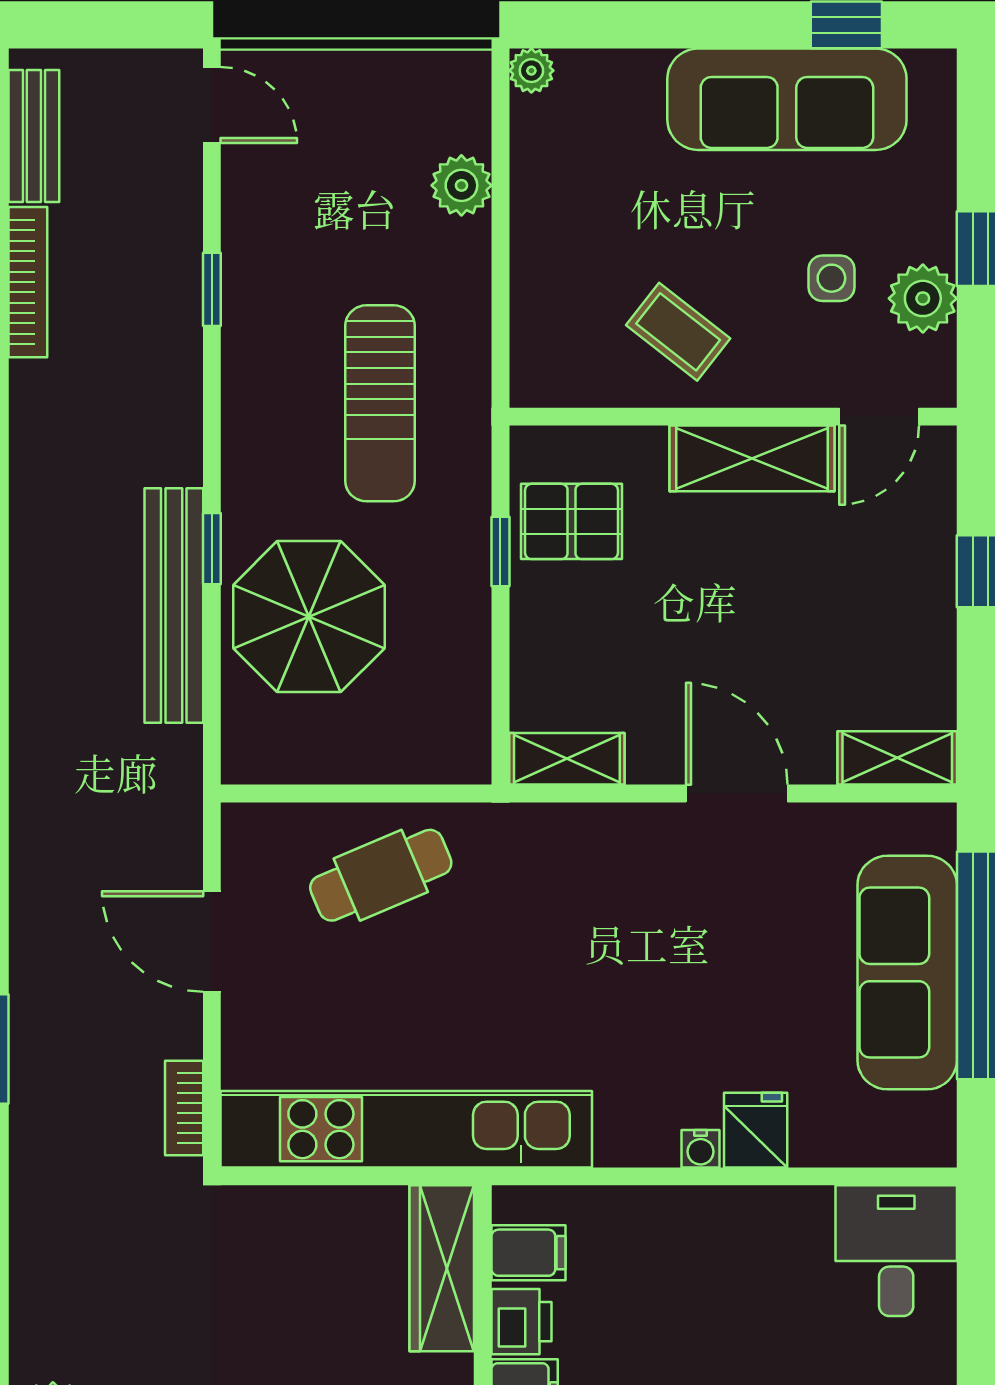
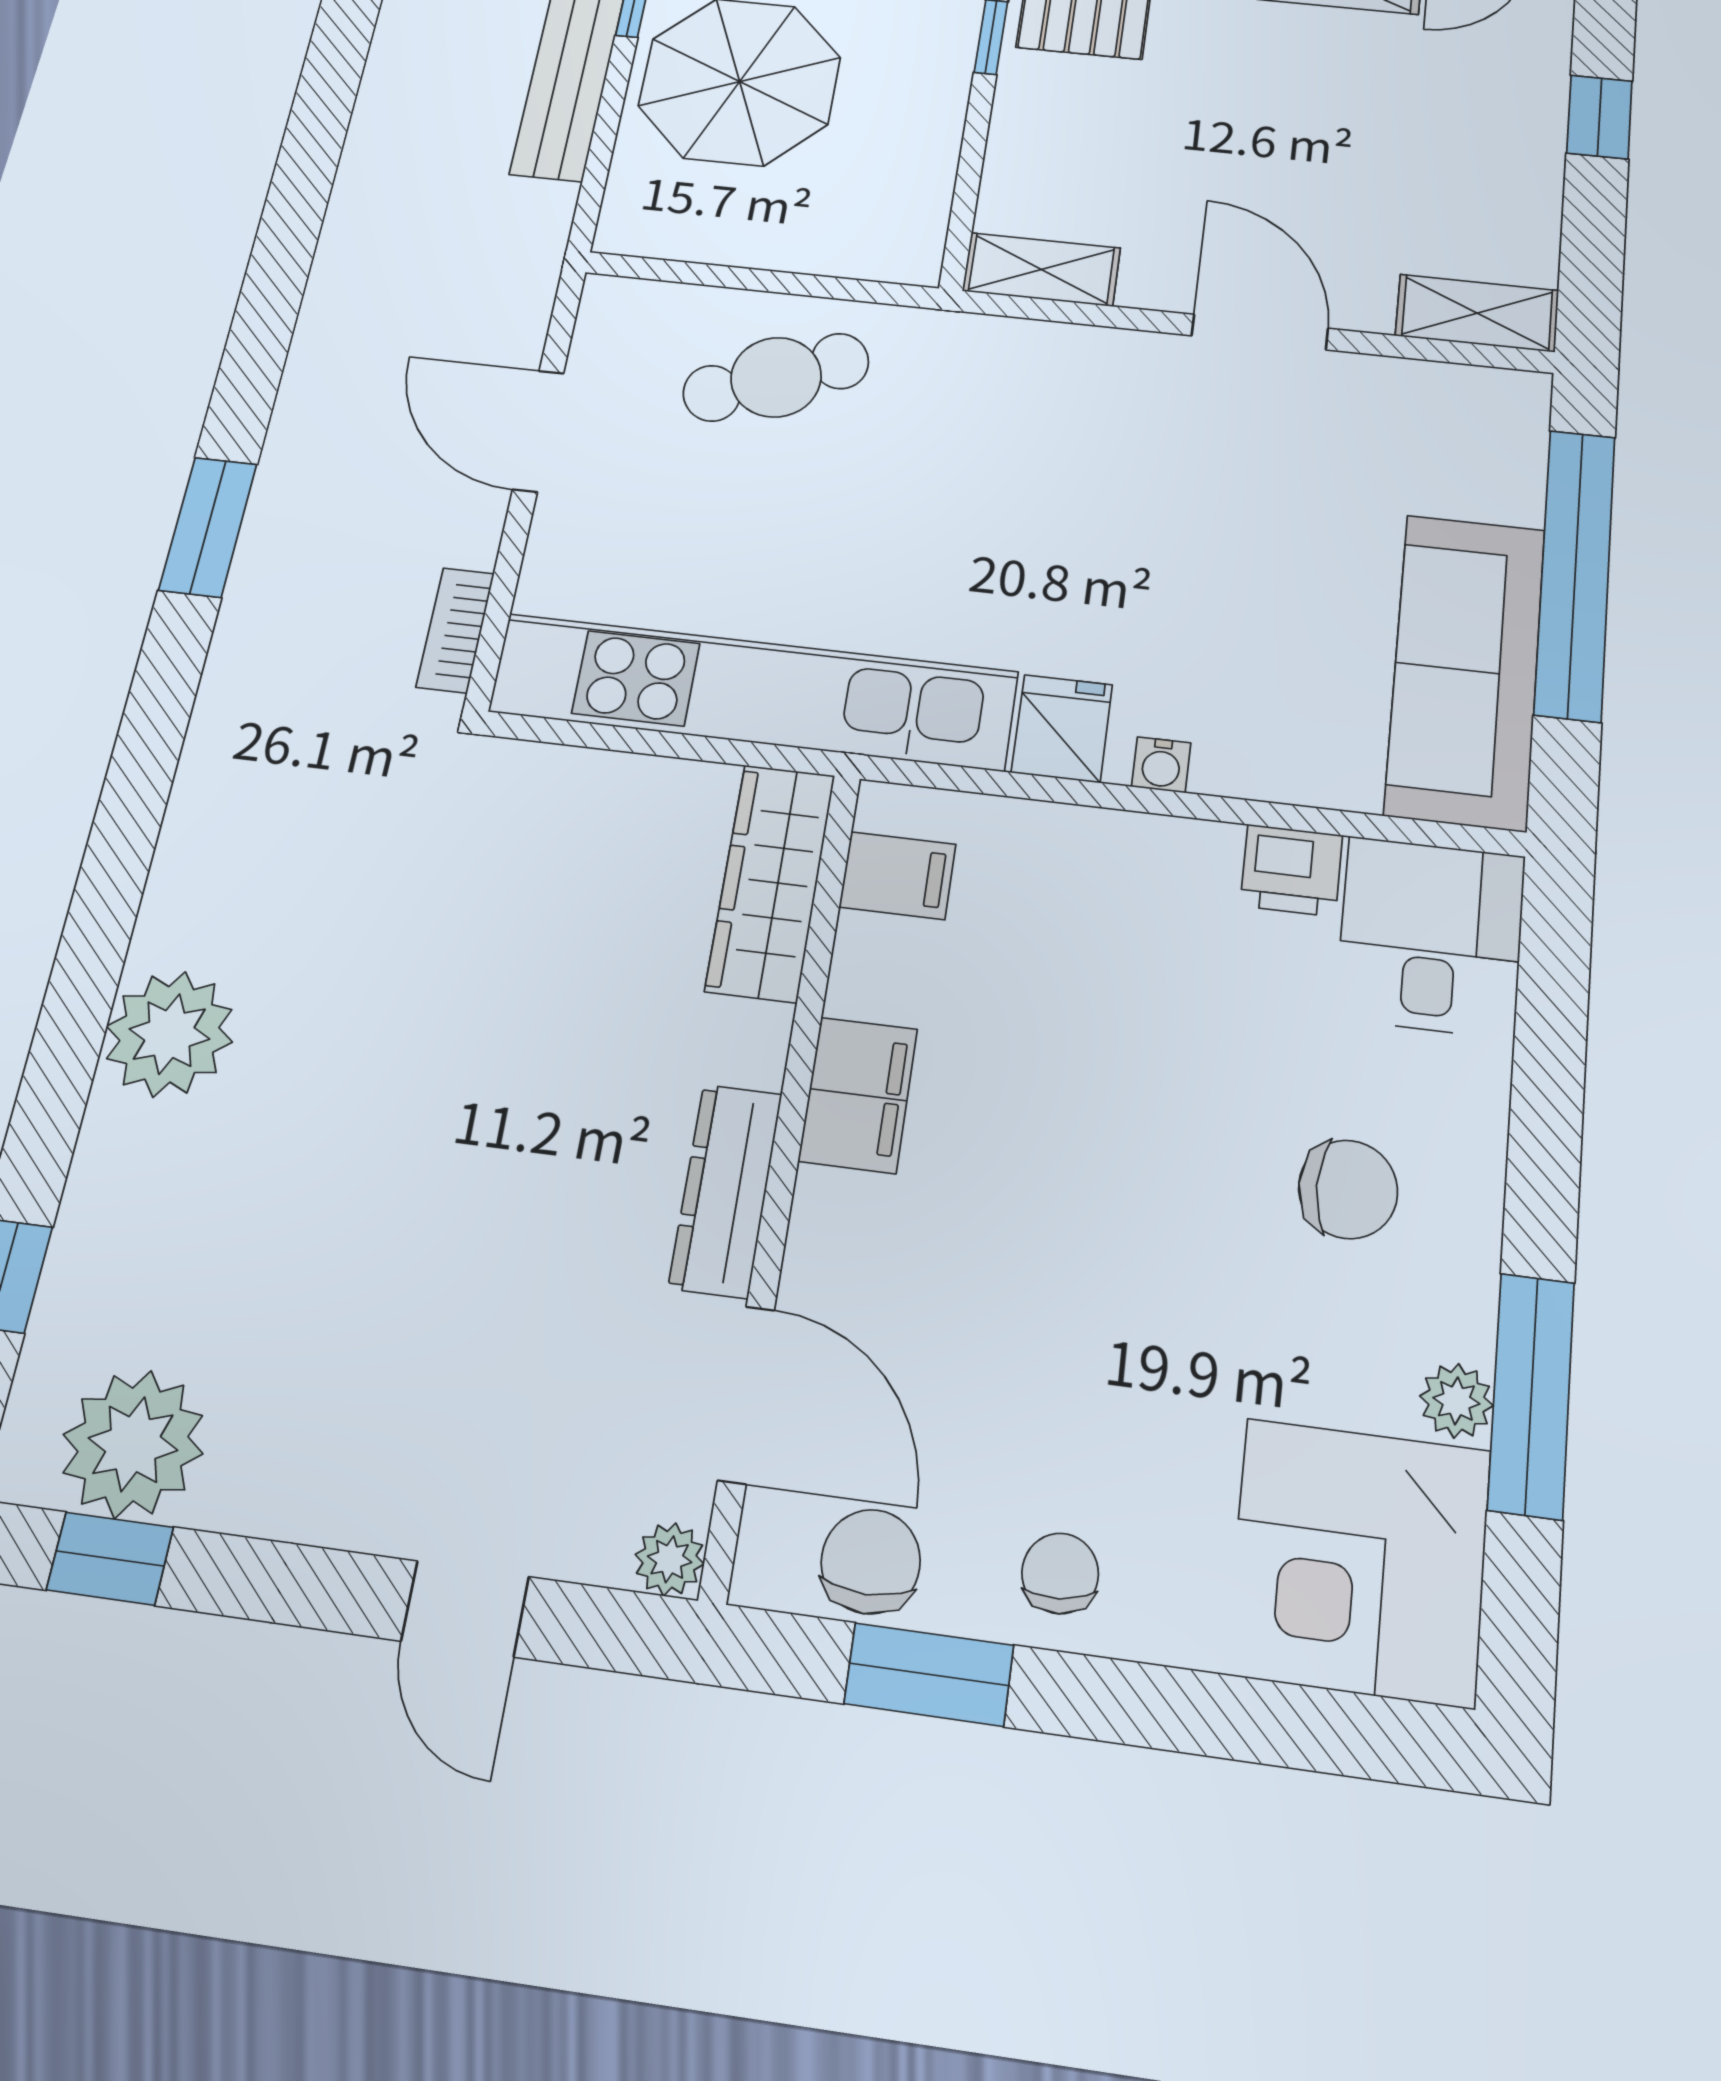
sofa: (907, 973) -> (1466, 670), moved
fridge: (756, 1130) -> (1062, 728), moved
printer: (522, 1322) -> (1291, 870), moved, turned 90

